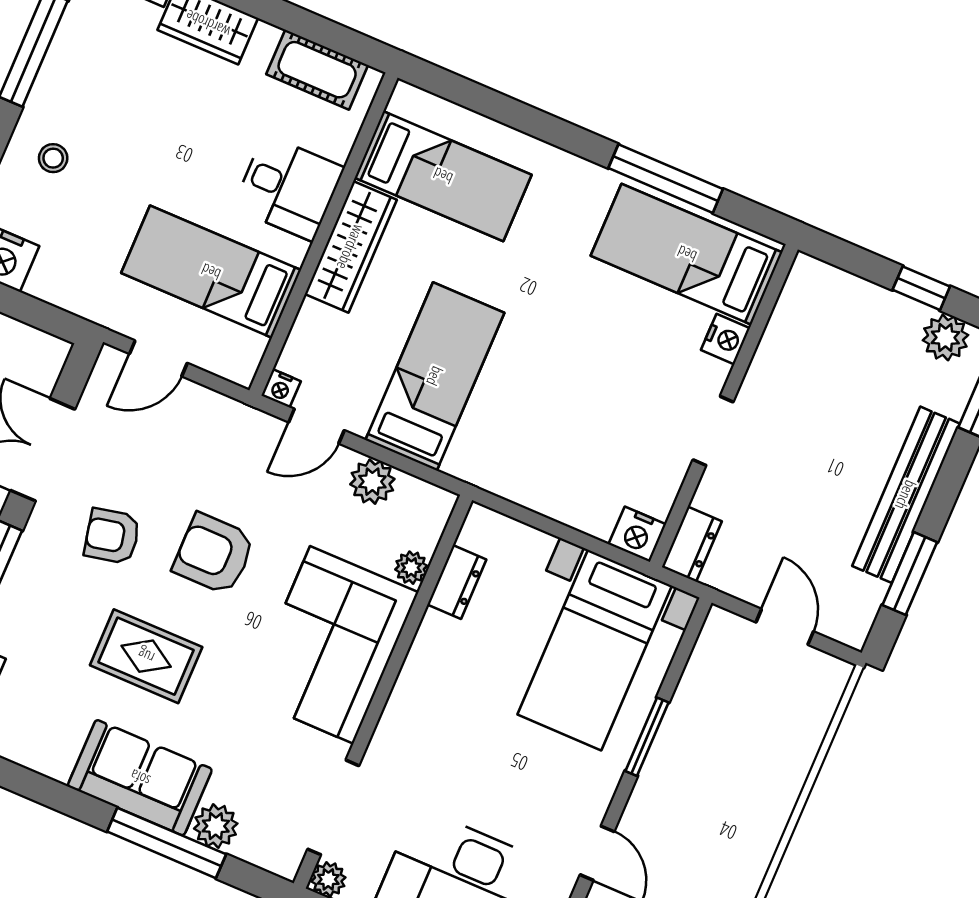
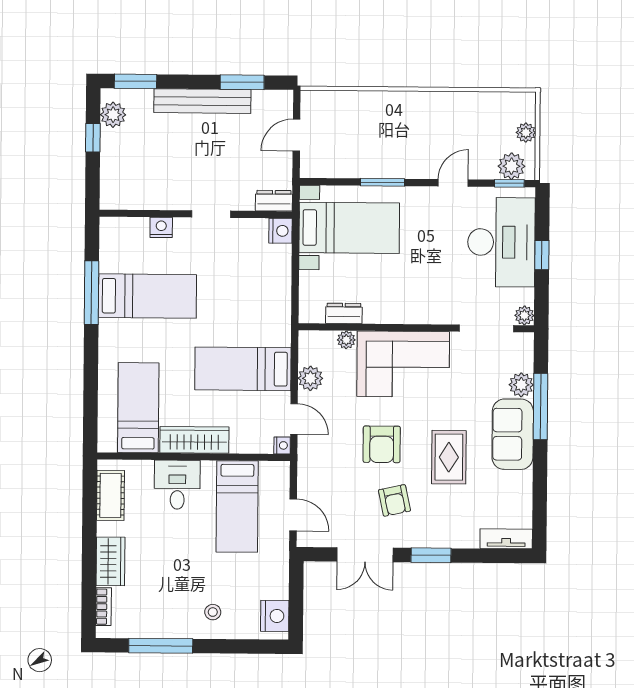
bed: (687, 254) -> (147, 296), moved, turned -90

